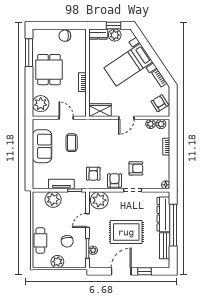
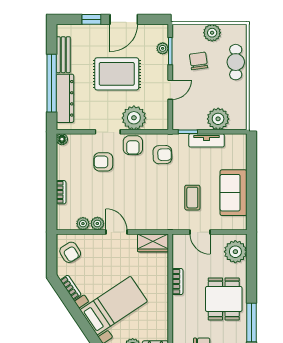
door: (126, 118) -> (116, 232), hinge flipped
plant: (161, 124) -> (97, 223), moved
armchair: (93, 174) -> (162, 155), turned 88
plant: (99, 200) -> (134, 118), moved

